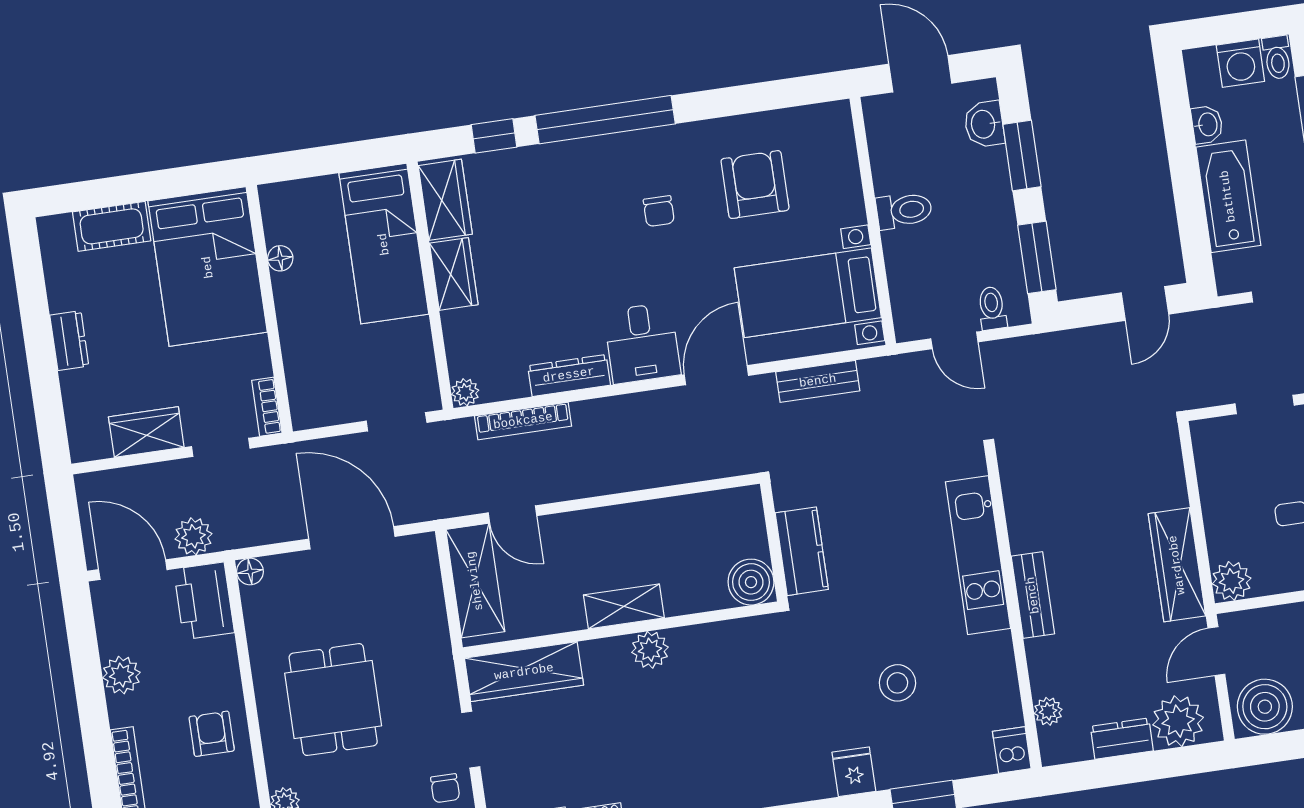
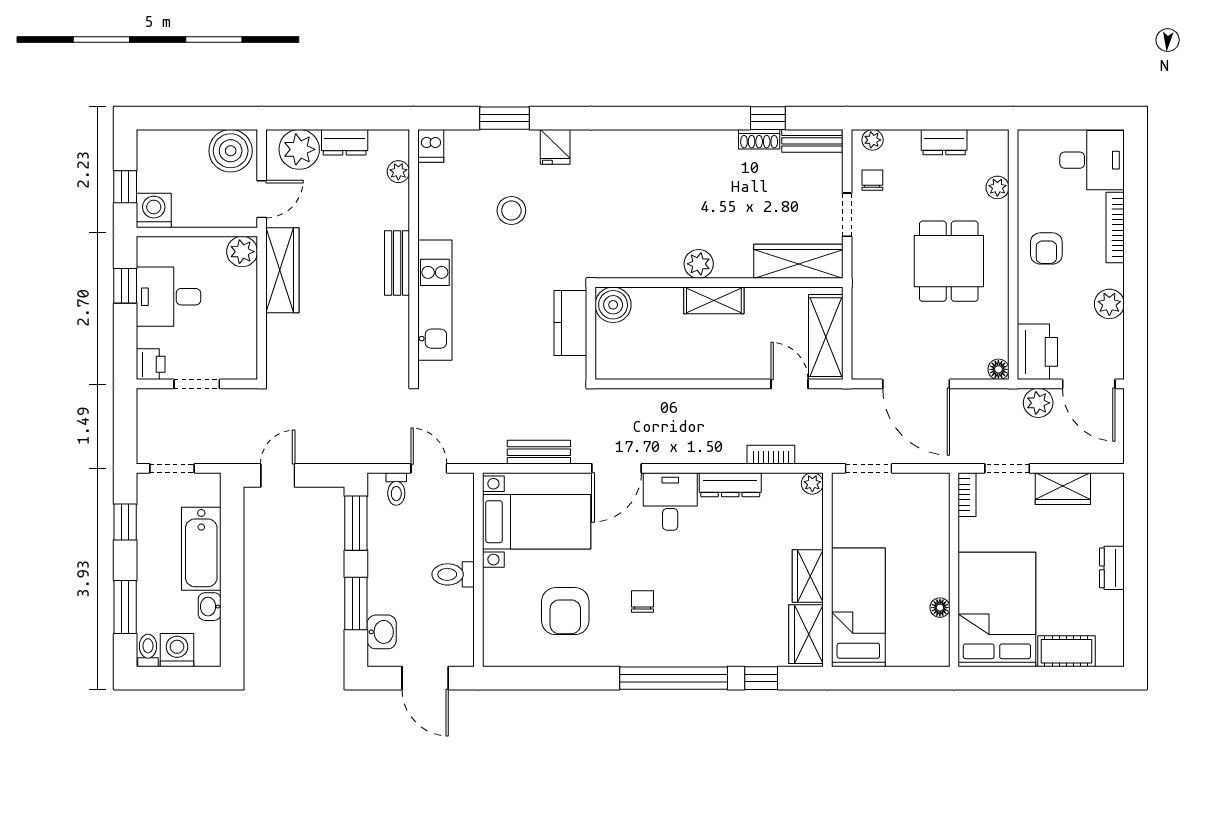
bookcase: (523, 421) -> (771, 455), width x0.64

